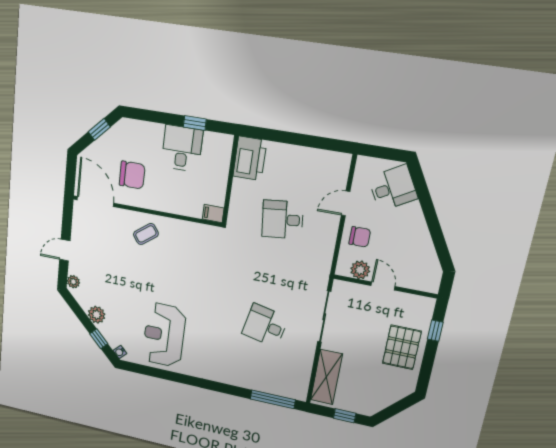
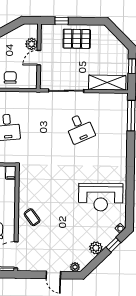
plant: (360, 270) -> (32, 44), moved
desk: (265, 326) -> (80, 128), turned -36

